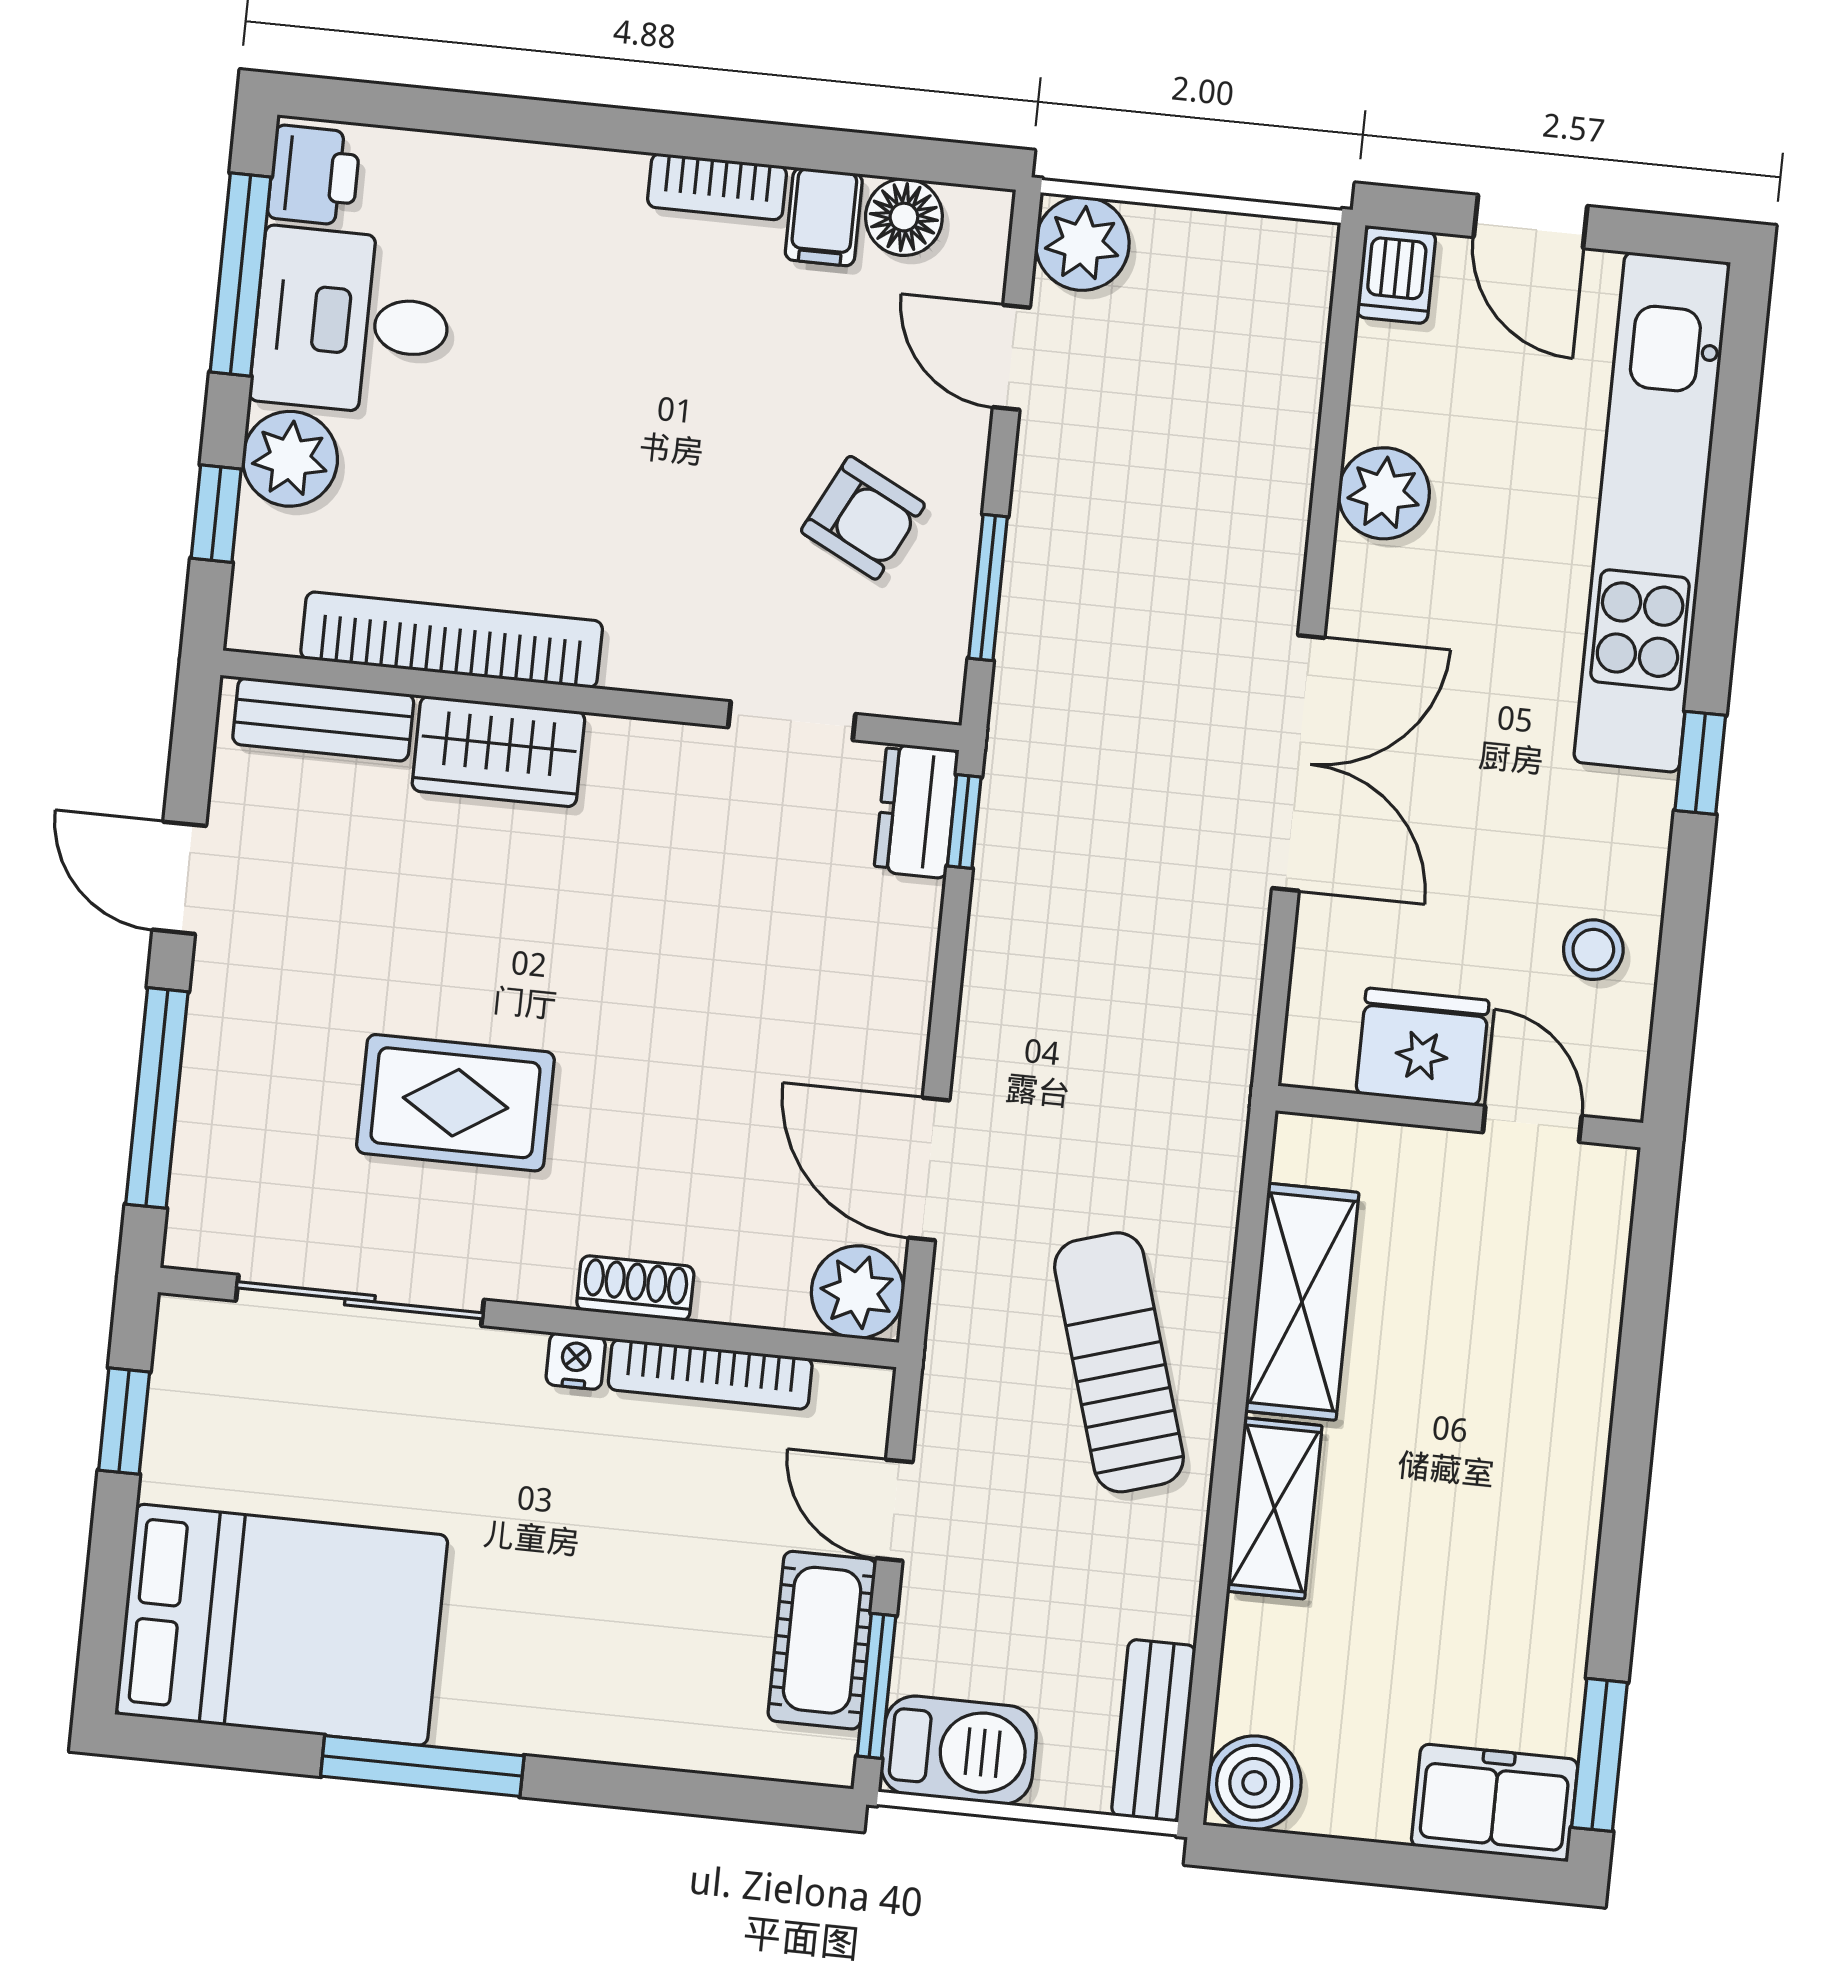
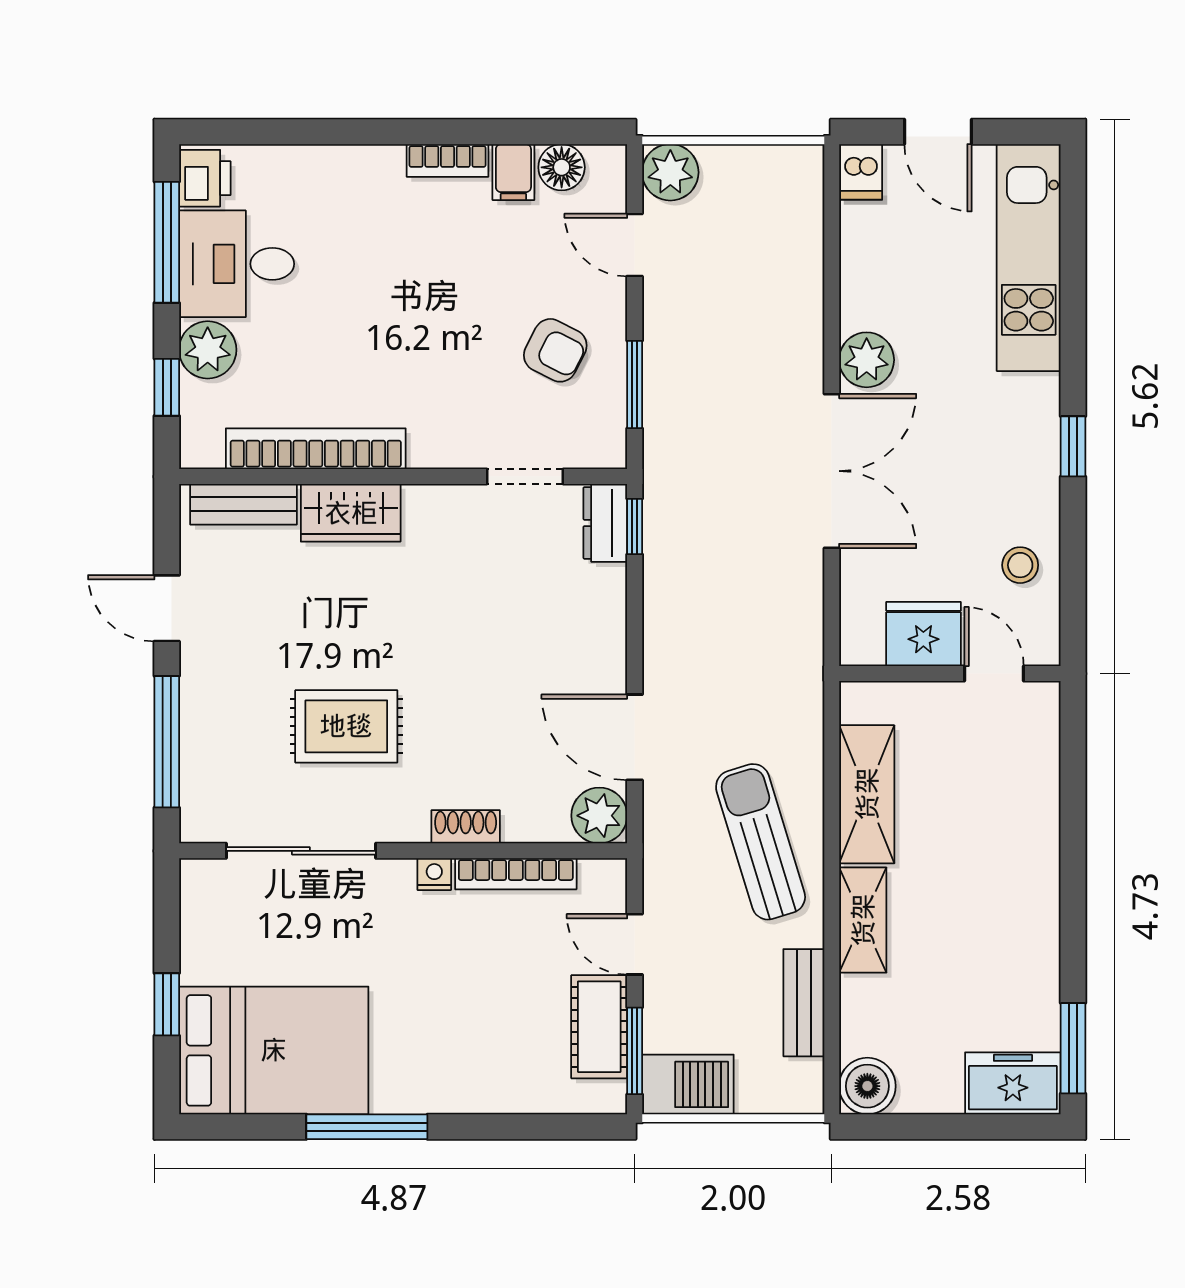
plant: (1384, 493) -> (867, 360), moved
kitchen unit: (1652, 512) -> (1029, 258), width x0.73
window: (124, 1421) -> (167, 1004), moved
bench: (1154, 1731) -> (804, 1003), moved

